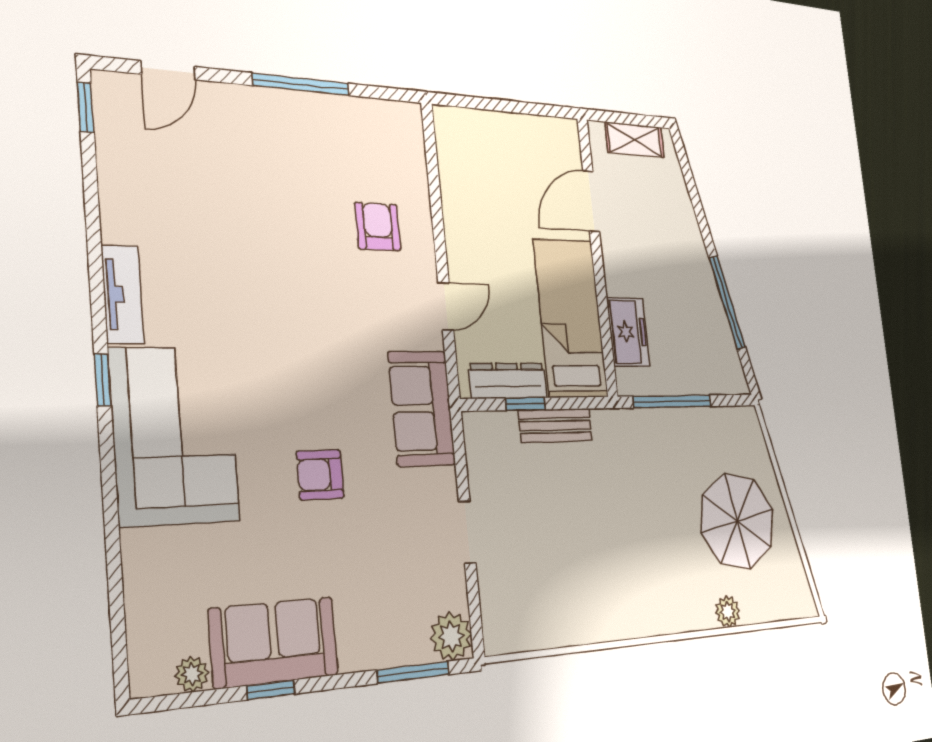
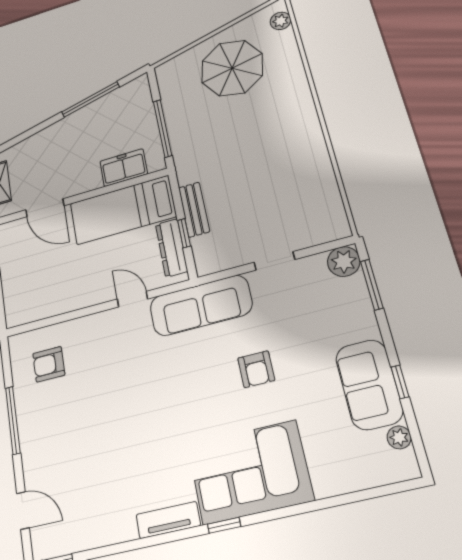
armchair: (378, 227) -> (49, 364), moved
sofa: (422, 408) -> (201, 305), width x1.36
plant: (728, 612) -> (281, 21), moved

